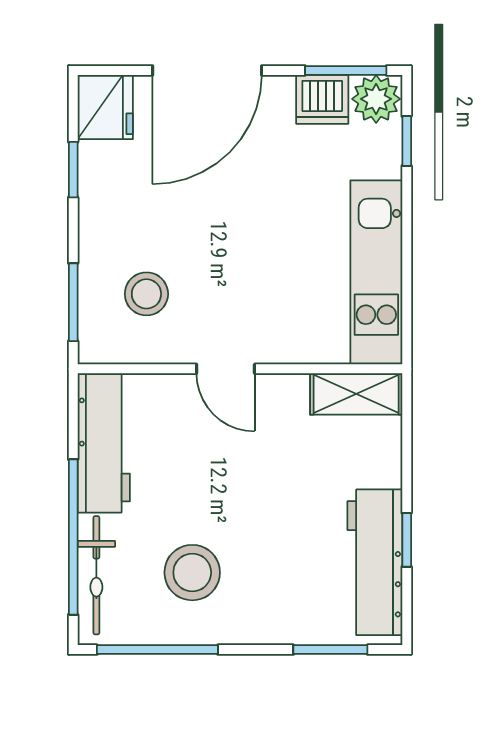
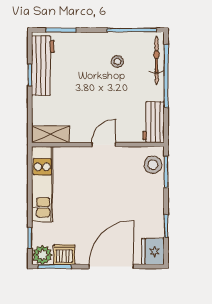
stool: (146, 294) -> (153, 165), moved
door: (226, 369) -> (104, 145), hinge flipped
workbench: (104, 443) -> (153, 122), width x0.73
stool: (192, 573) -> (117, 61), width x0.53, depth x0.53

